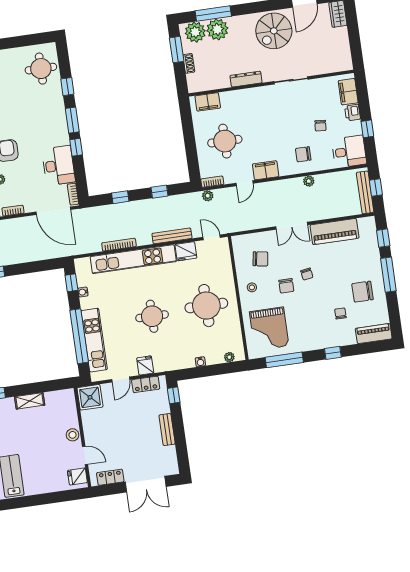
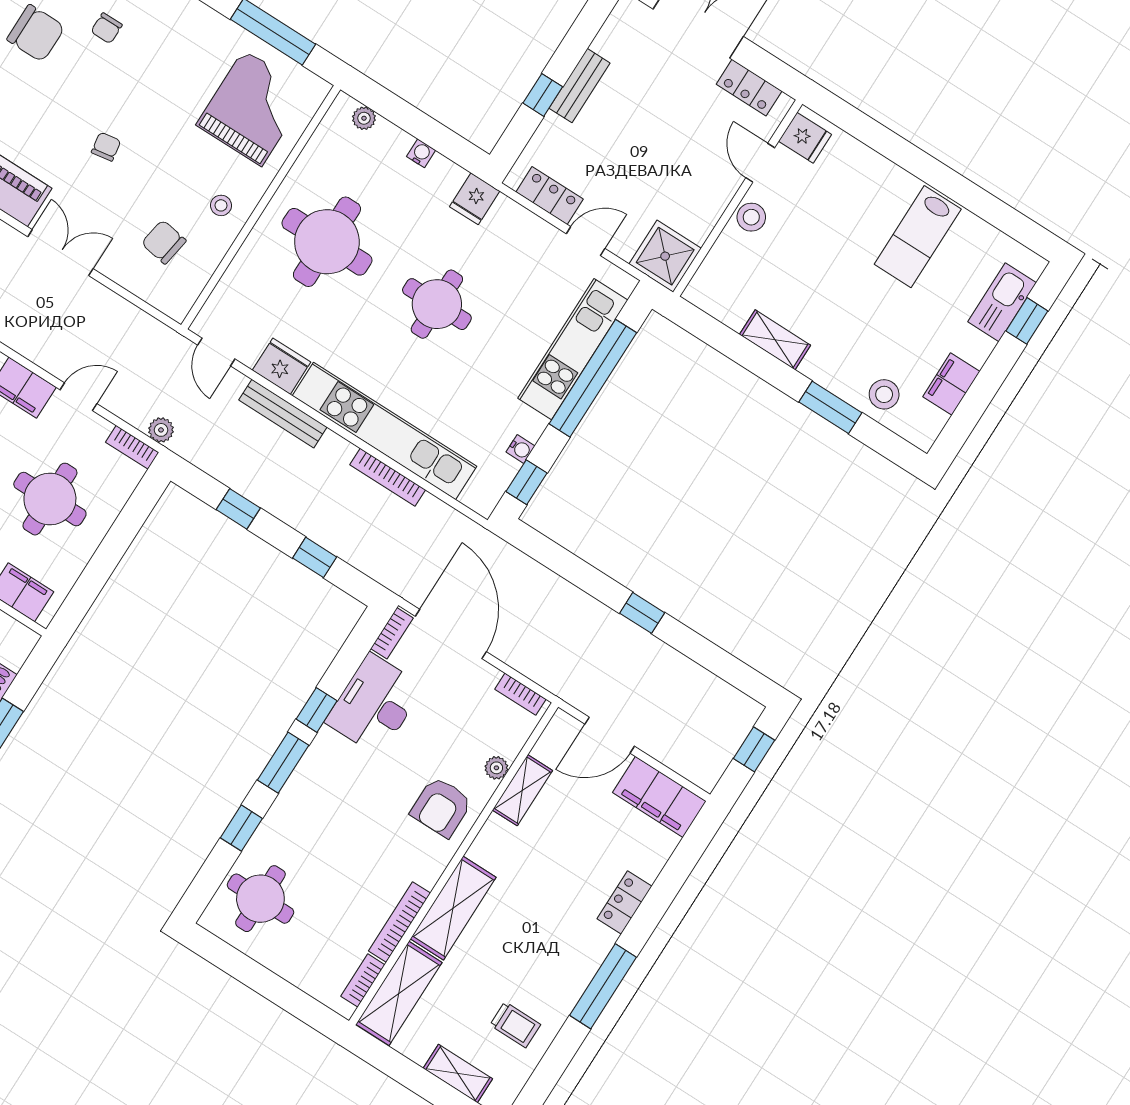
chair: (286, 286) -> (159, 157), removed
fridge: (145, 365) -> (475, 199), moved
window: (174, 395) -> (543, 95), moved

